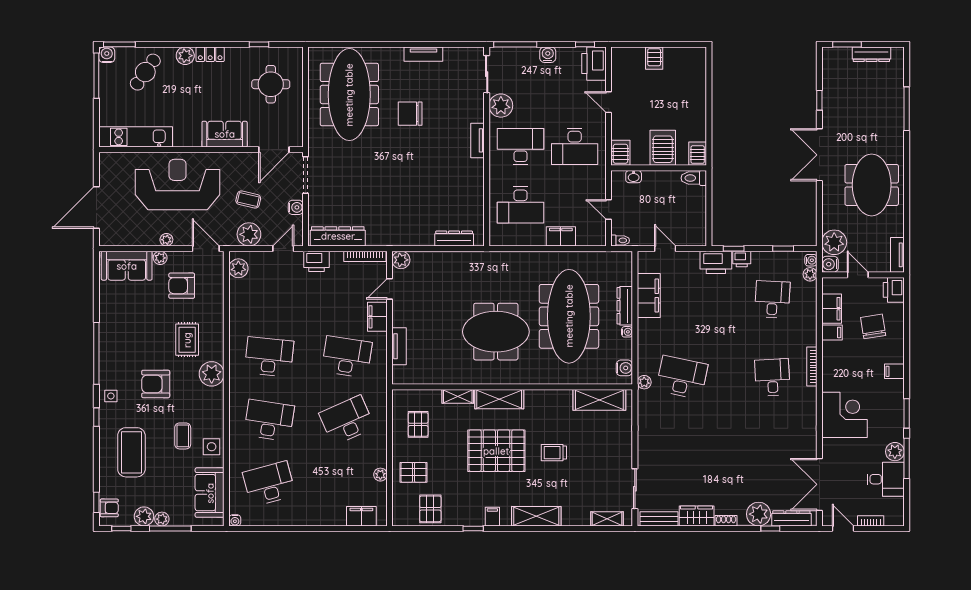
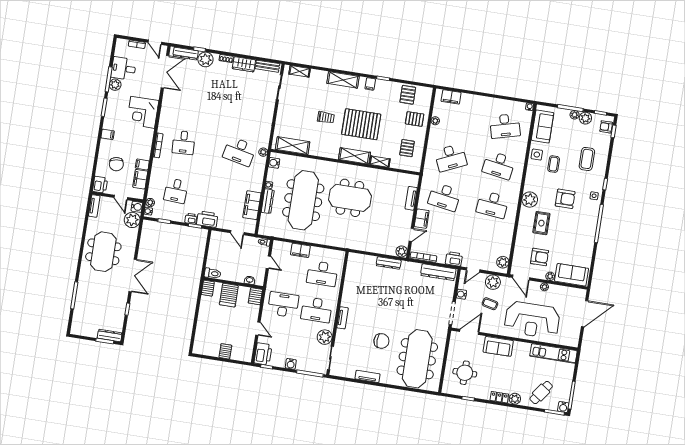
dresser: (871, 54) -> (110, 335), moved
desk: (521, 205) -> (322, 274), turned 180
dresser: (454, 239) -> (389, 263), moved
coffee table: (131, 452) -> (587, 159), width x0.73, depth x0.76

